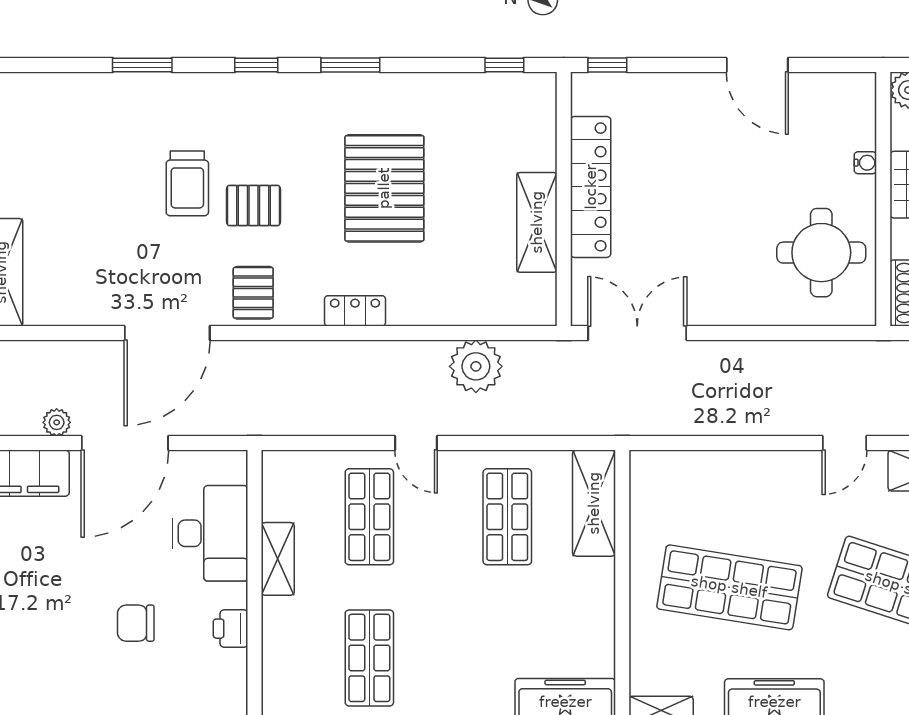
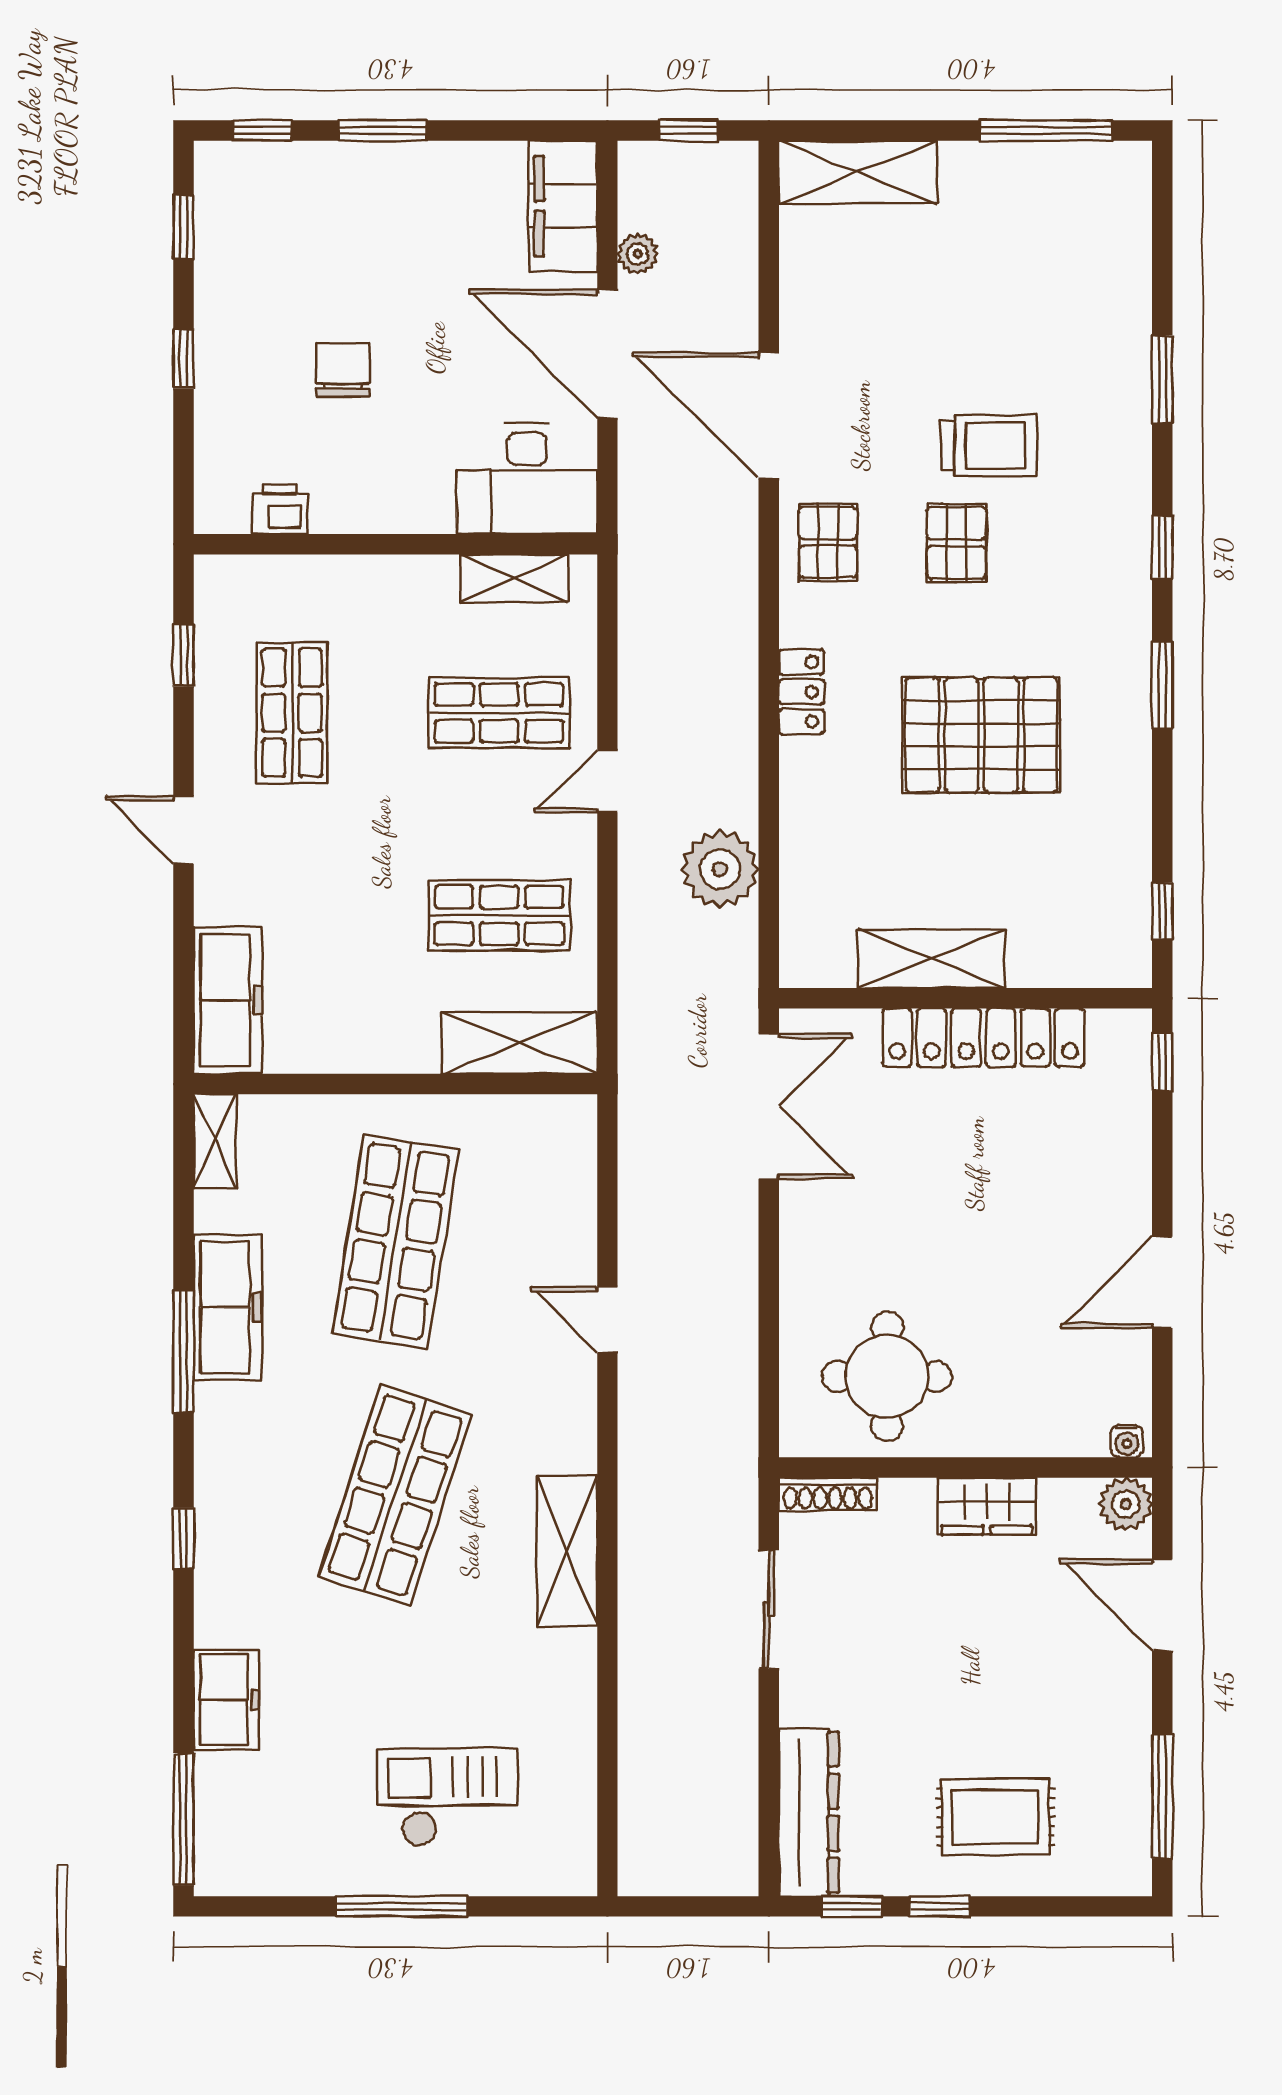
water cooler: (865, 163) -> (1127, 1441), moved
trolley: (187, 183) -> (989, 446), turned 180
pallet: (253, 293) -> (828, 542), turned 90
door: (844, 443) -> (607, 1320), moved
desk: (210, 533) -> (527, 479), moved
shelving: (278, 559) -> (514, 578), moved
printer: (231, 629) -> (280, 509), moved
shop shelf: (369, 658) -> (292, 713), turned 90

